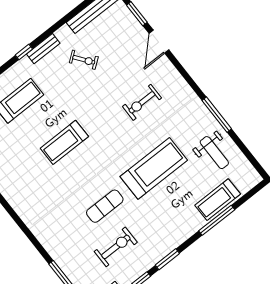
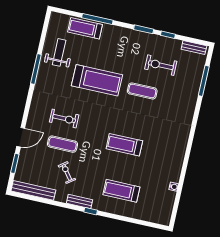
exercise mat: (117, 79) -> (62, 144), added
treadmill: (64, 142) -> (124, 145), turned 180
treadmill: (154, 168) -> (97, 80), turned 180
treadmill: (218, 200) -> (85, 28), turned 180

